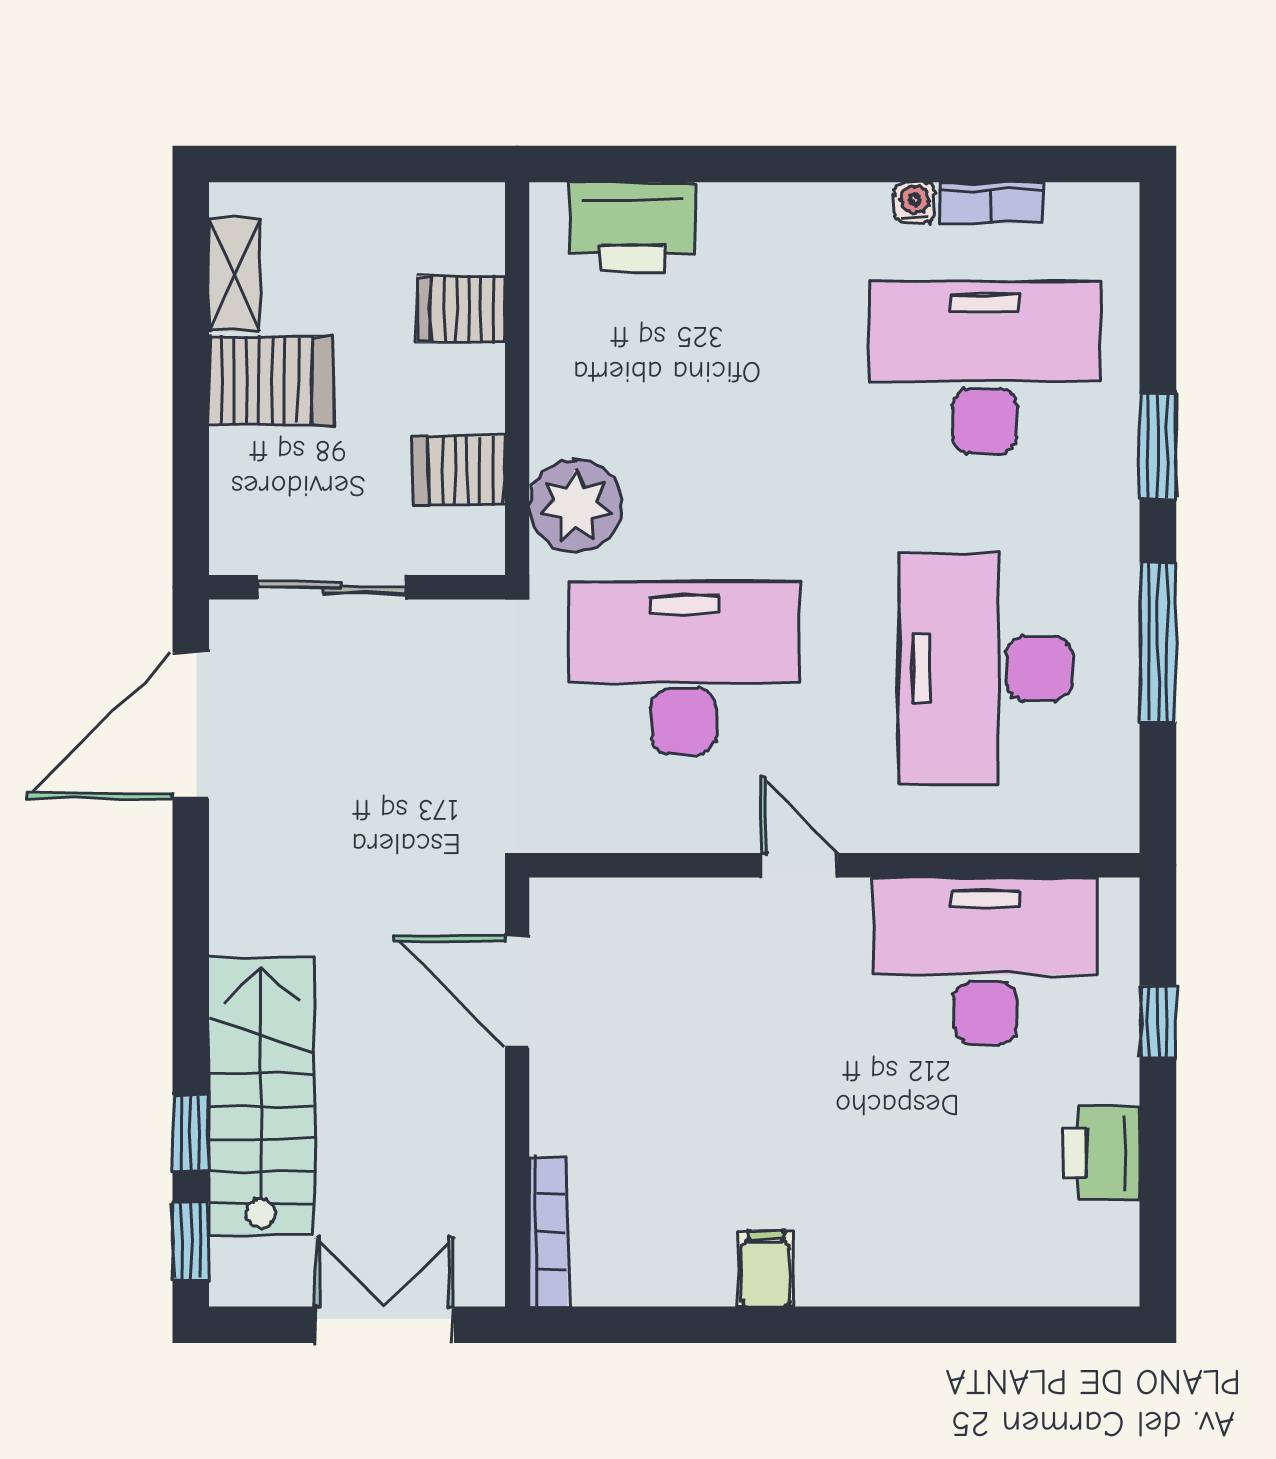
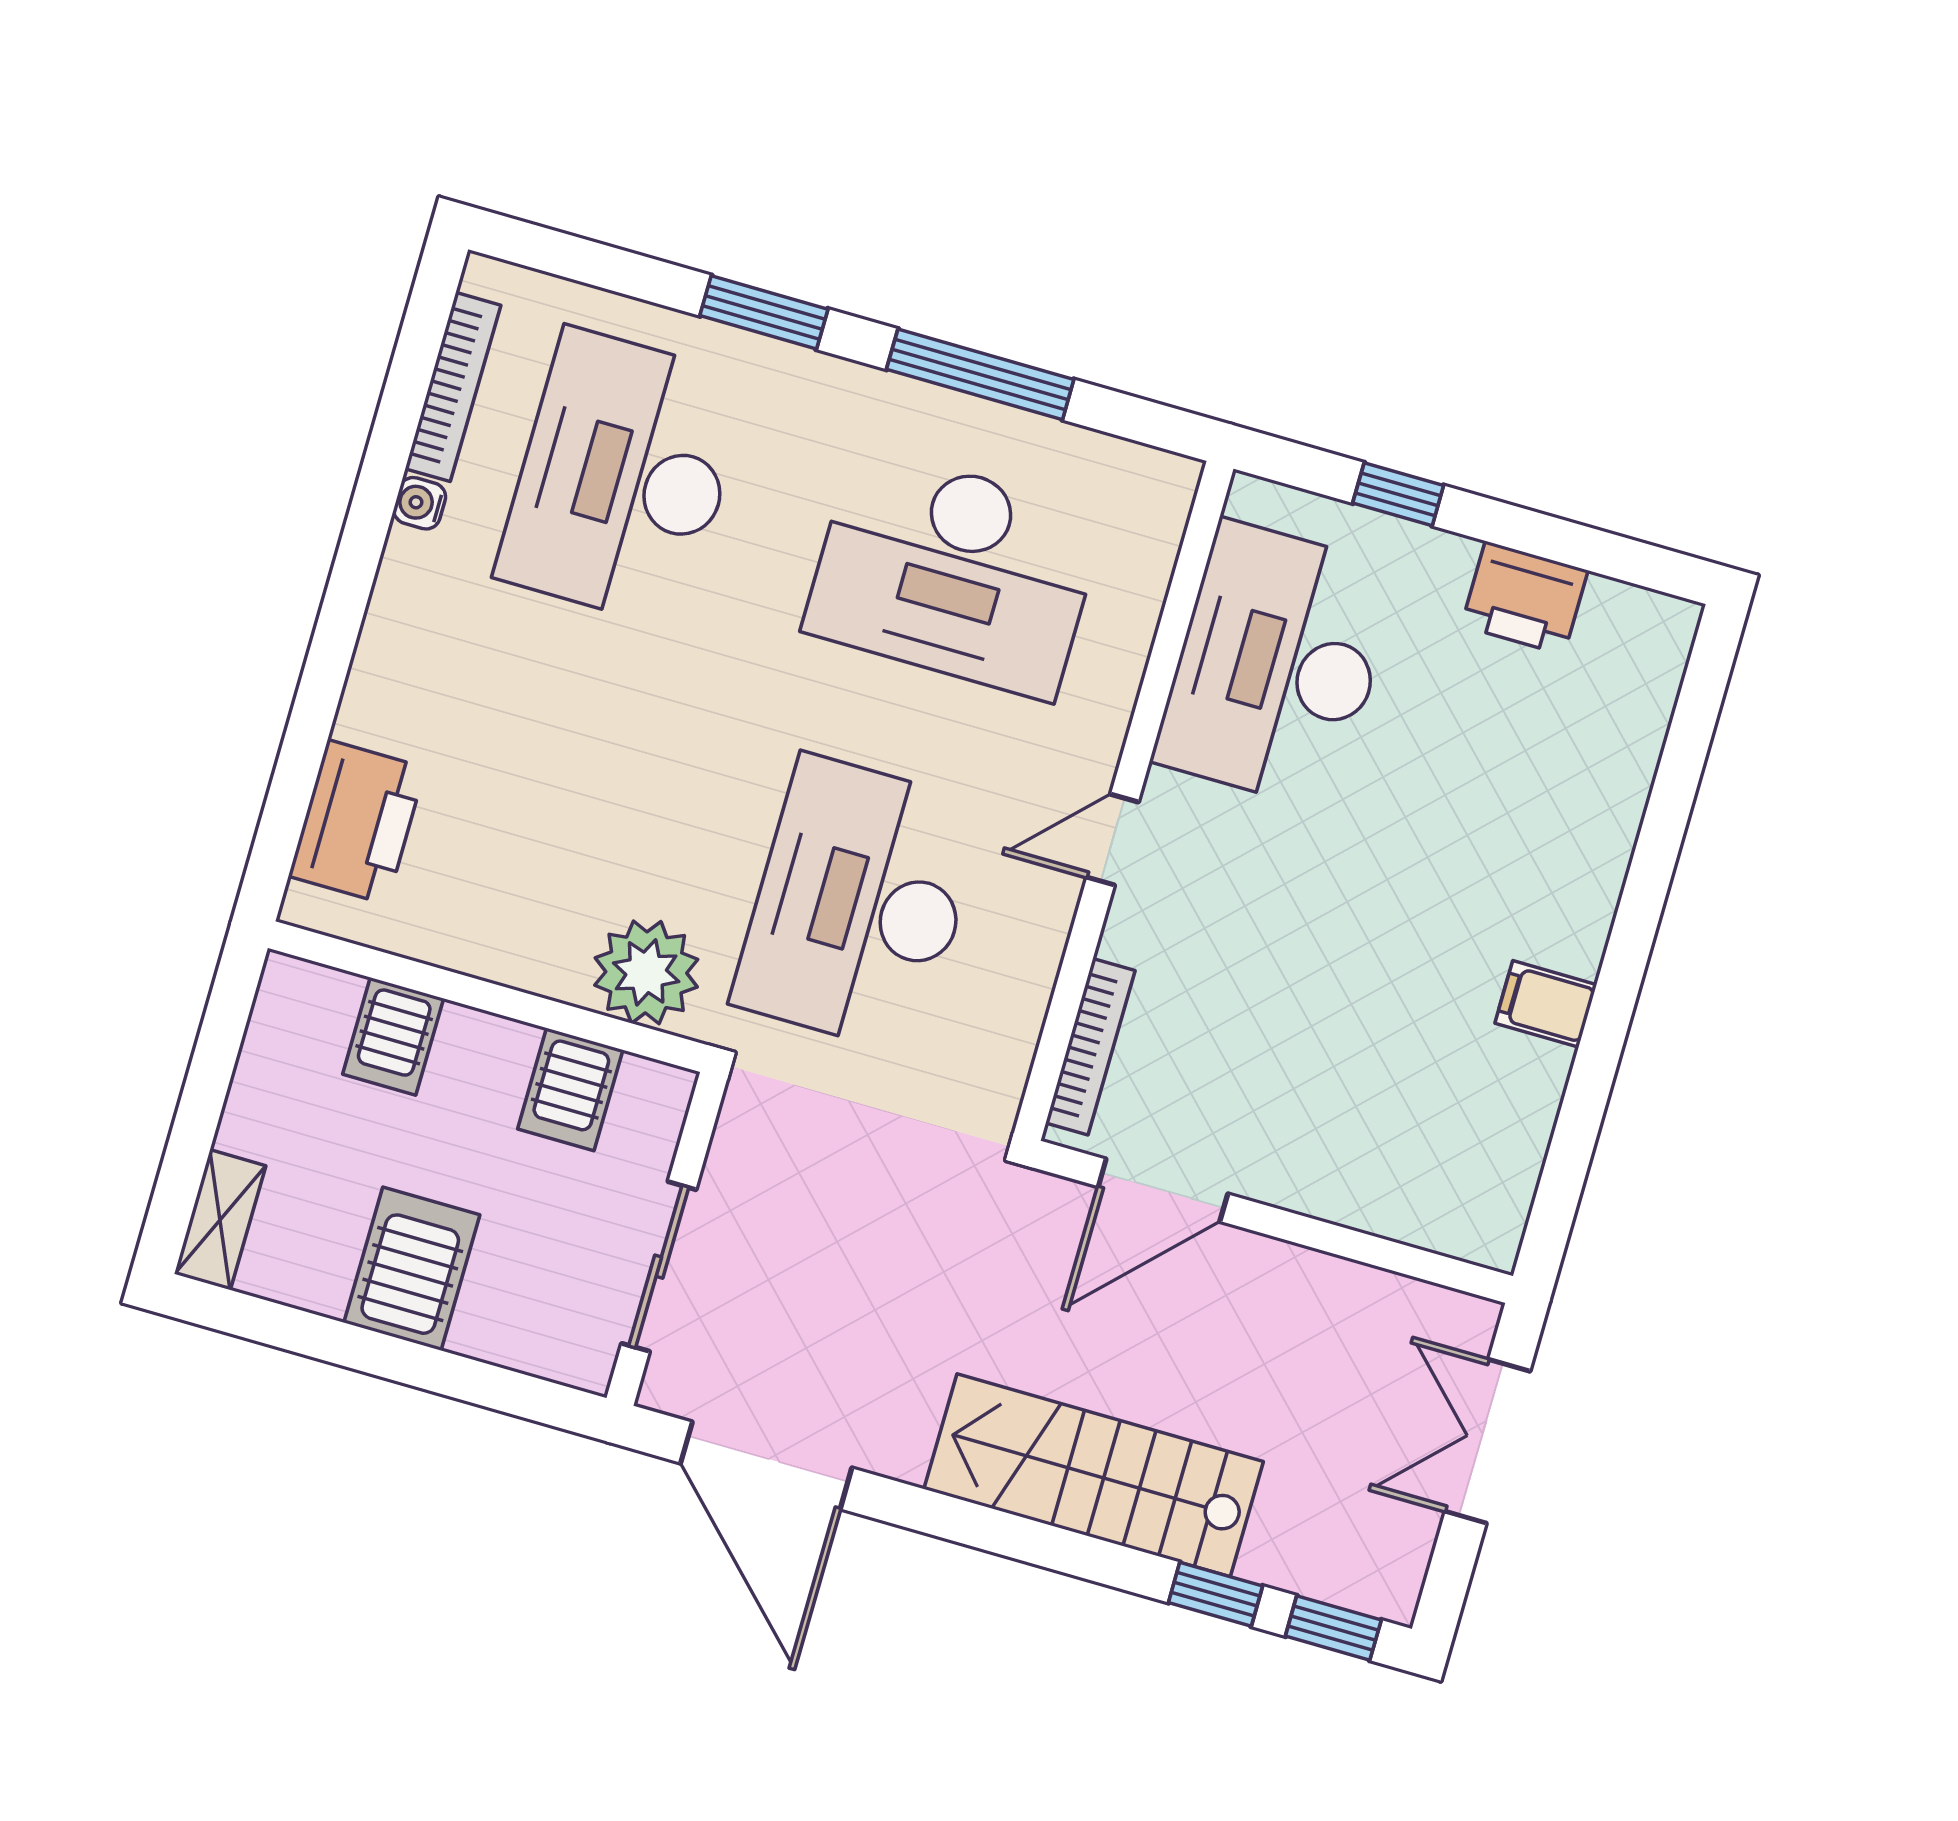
bookcase: (992, 203) -> (453, 387), width x1.56
shelving: (234, 275) -> (220, 1220), moved, turned 90
stairs: (261, 1097) -> (1094, 1475), moved
bookcase: (548, 1232) -> (1090, 1047), moved, turned 90

